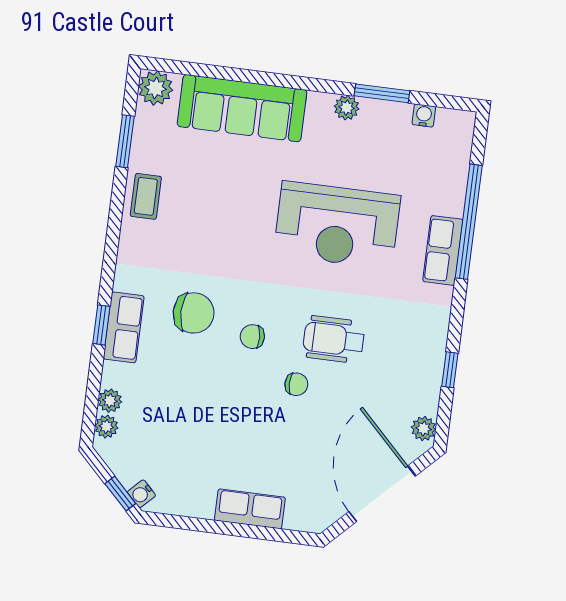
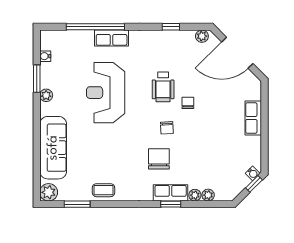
reception desk: (337, 225) -> (106, 93), turned 180
plant: (106, 427) -> (195, 195), moved

